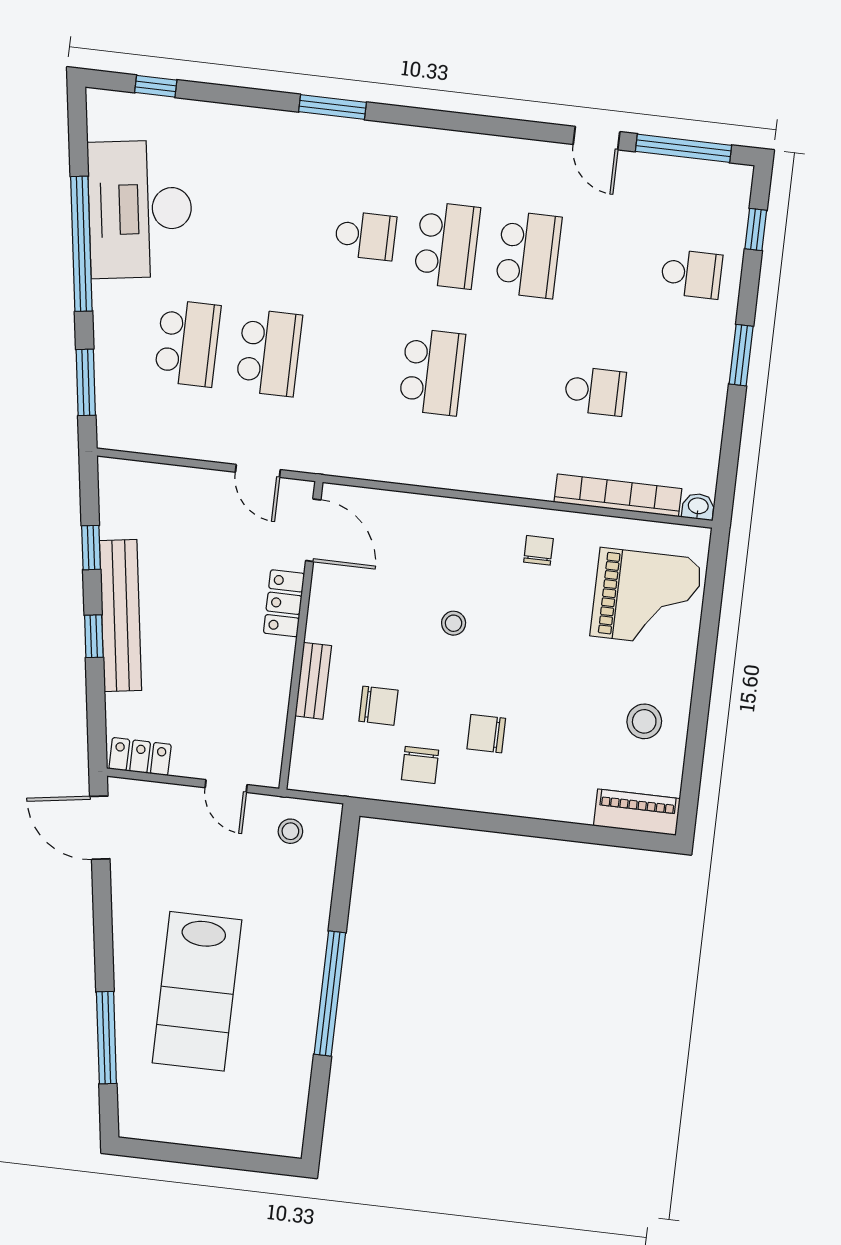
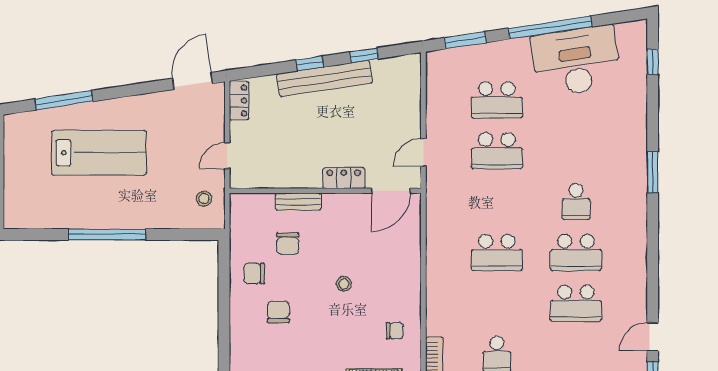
lab bench: (197, 991) -> (99, 153), turned 180

